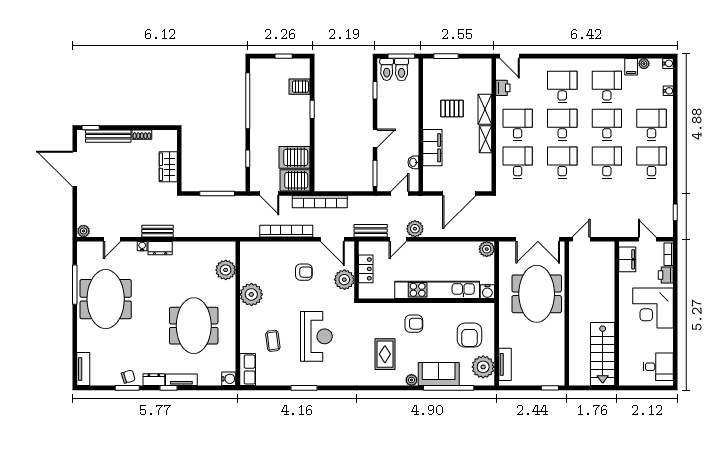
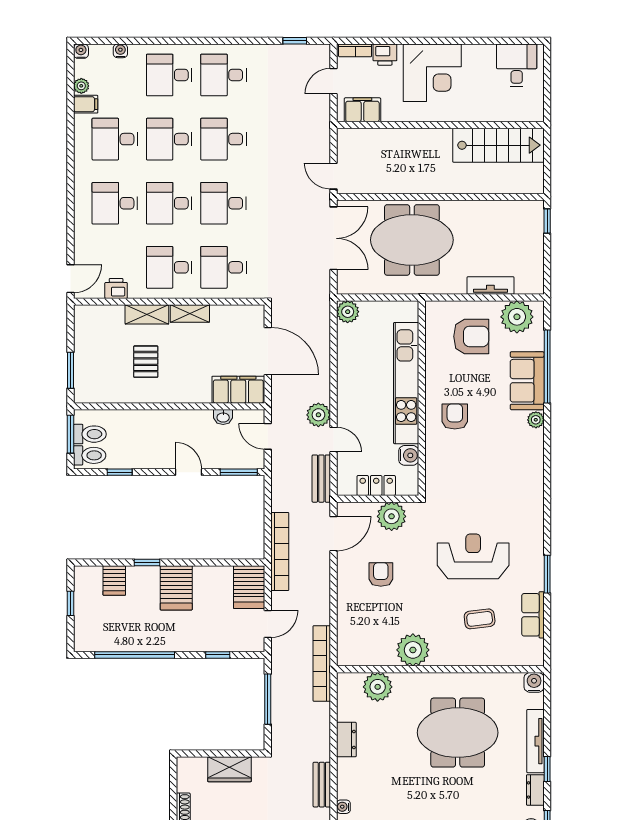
filing cabinet: (432, 148) -> (238, 390), moved
server rack: (295, 157) -> (176, 588), moved
bookcase: (286, 231) -> (322, 663), moved
dresser: (160, 248) -> (346, 740), moved
water cooler: (487, 292) -> (409, 455), moved
rug: (385, 354) -> (499, 458), removed
tv unit: (505, 364) -> (490, 286), moved
row of seats: (248, 370) -> (533, 615), moved, turned -90
tv unit: (181, 380) -> (535, 741), width x1.41

